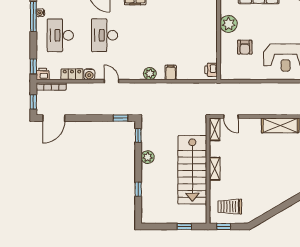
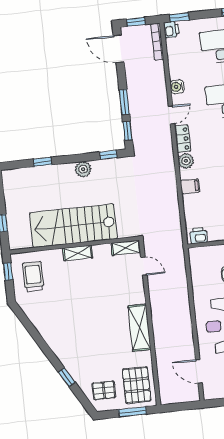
locker: (72, 74) -> (183, 139), moved
door: (231, 117) -> (144, 266), swing flipped
window: (97, 118) -> (124, 102), added

